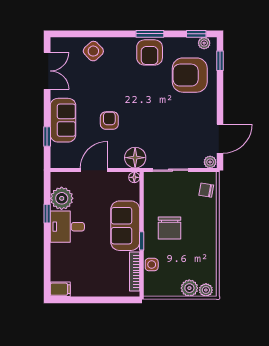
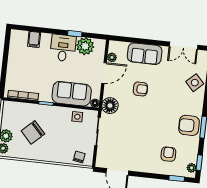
armchair: (190, 75) -> (168, 154), width x0.53, depth x0.53
window: (47, 136) -> (134, 40), removed
plant: (210, 162) -> (112, 57), moved
door: (94, 170) -> (104, 73), hinge flipped
sofa: (125, 226) -> (72, 94), moved
chair: (170, 228) -> (33, 132), moved, turned -43
side table: (152, 265) -> (77, 117), moved
filing cabinet: (60, 289) -> (34, 39), moved

